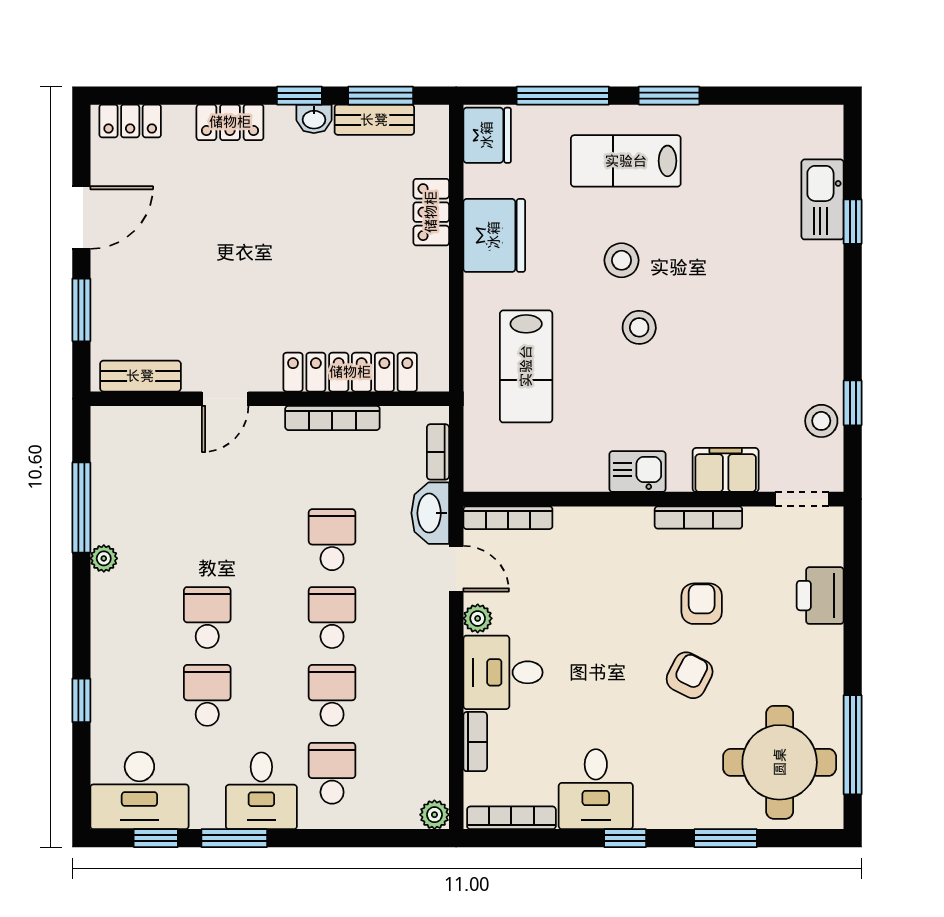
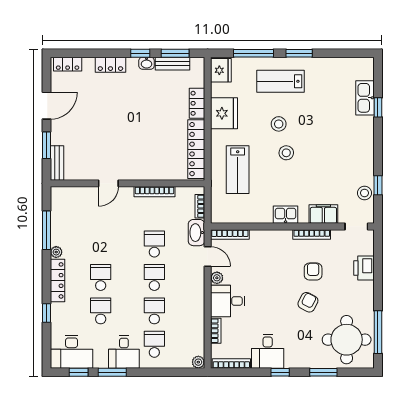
locker: (350, 372) -> (196, 149), moved, turned -90
bench: (140, 376) -> (57, 163), moved, turned 90
locker: (107, 625) -> (58, 280), added

